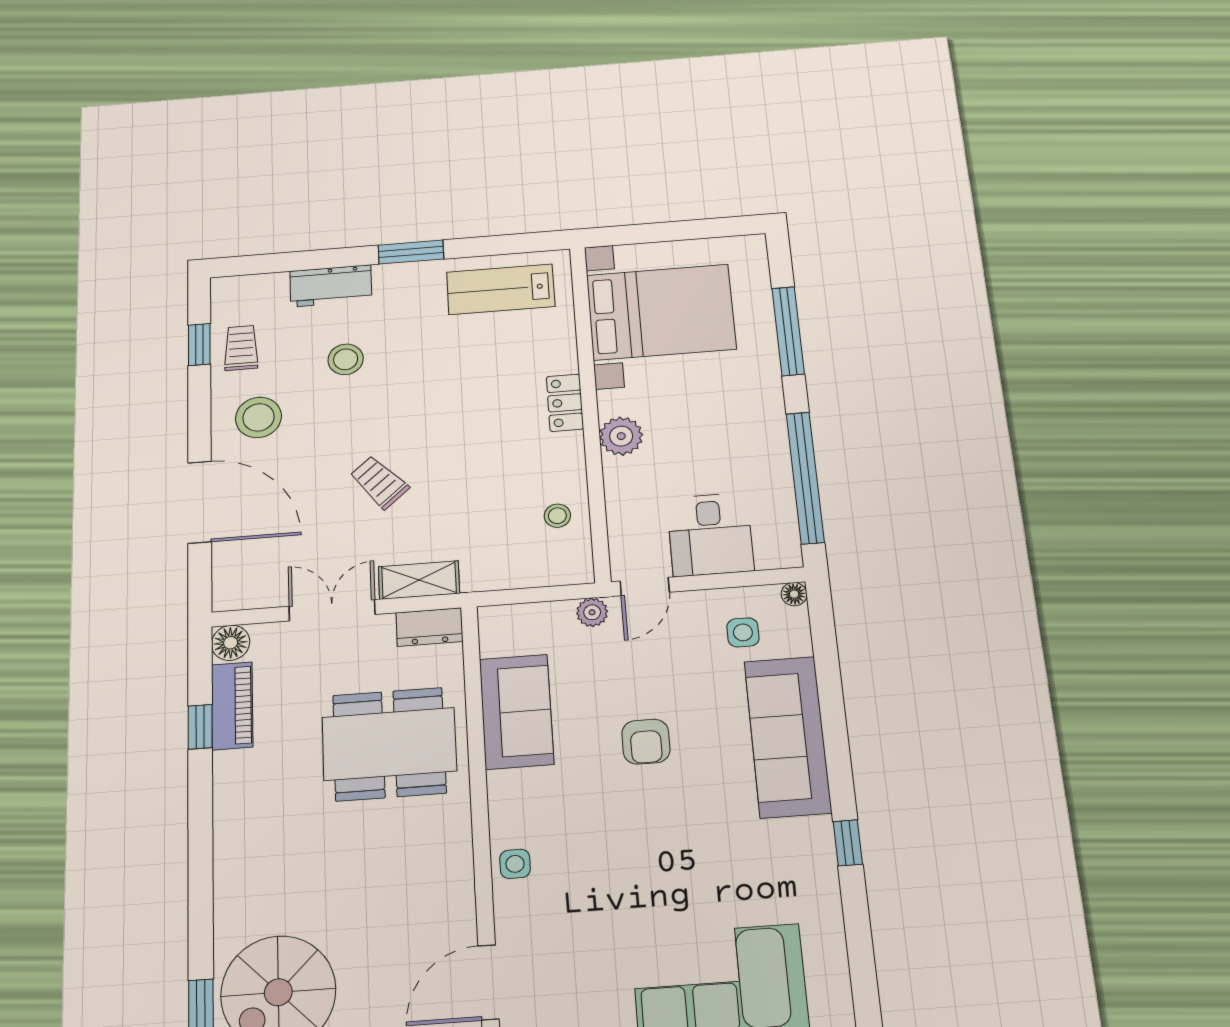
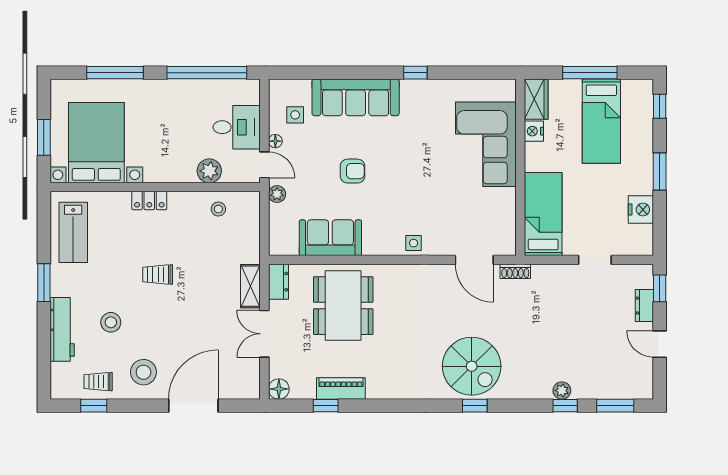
window: (663, 232) -> (44, 137), added
workbench: (331, 286) -> (62, 329), width x1.38
plant: (621, 436) -> (209, 171), moved
trolley: (379, 482) -> (158, 275), moved, turned 41
floor lamp: (794, 594) -> (275, 141), moved
piano: (232, 706) -> (341, 388), moved

